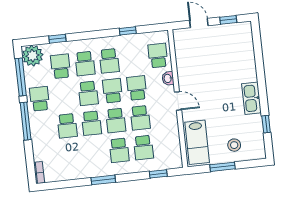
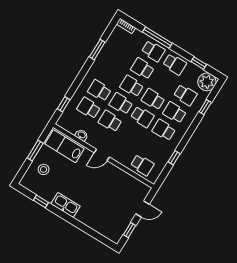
window: (21, 77) -> (199, 63), width x0.46
washbasin: (168, 78) -> (82, 135), moved
school desk: (137, 88) -> (153, 51), moved
window: (26, 121) -> (157, 38), moved
window: (103, 180) -> (97, 50), moved

